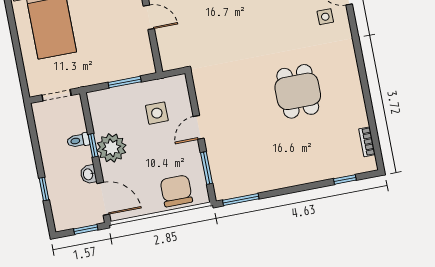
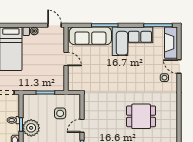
dining table: (298, 91) -> (141, 116), turned 90

